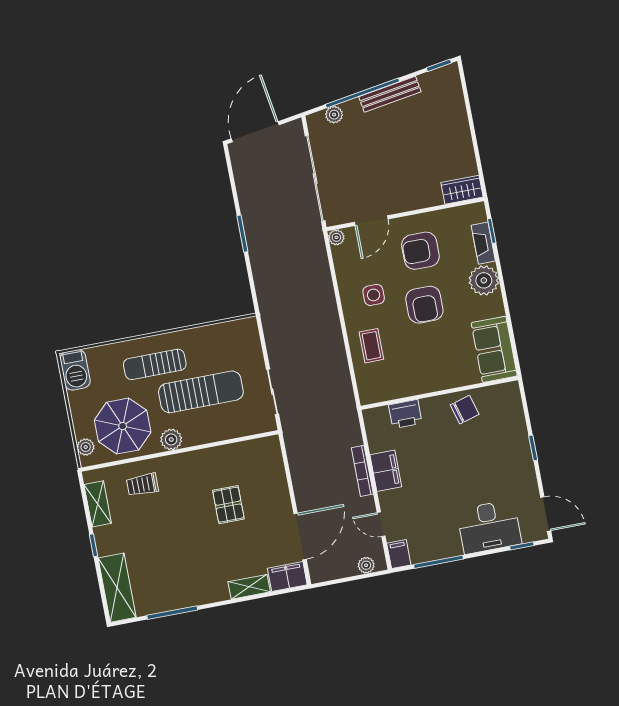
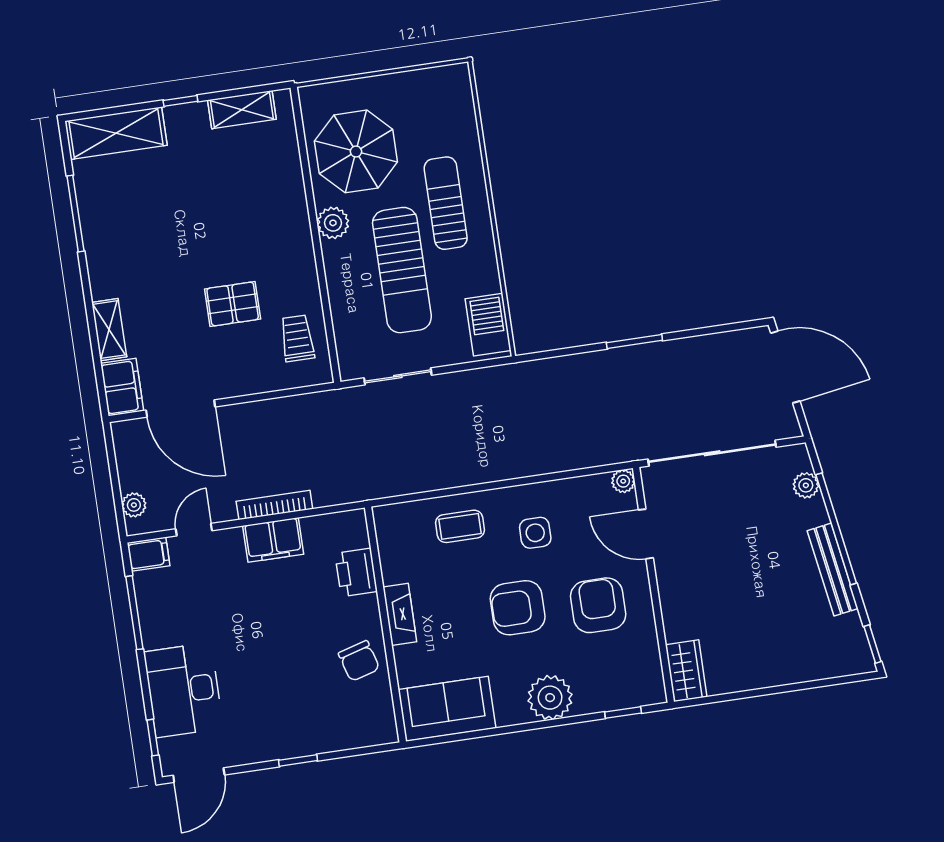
fireplace: (483, 243) -> (400, 614), moved, turned 90
barbecue: (75, 370) -> (488, 325), moved, turned 90
plant: (86, 447) -> (327, 95), removed
trolley: (142, 485) -> (297, 338), moved

